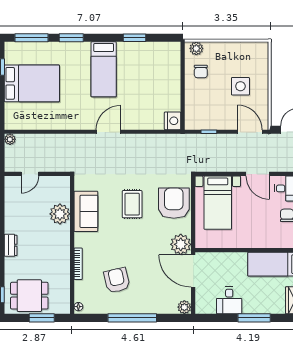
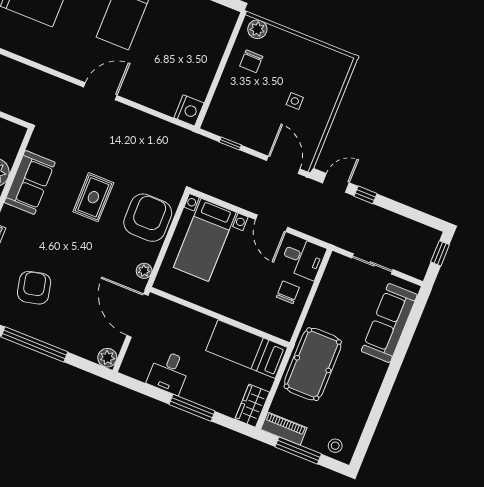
side table: (240, 86) -> (295, 101), width x0.54, depth x0.54
plant: (181, 244) -> (144, 271), width x0.53, depth x0.53

